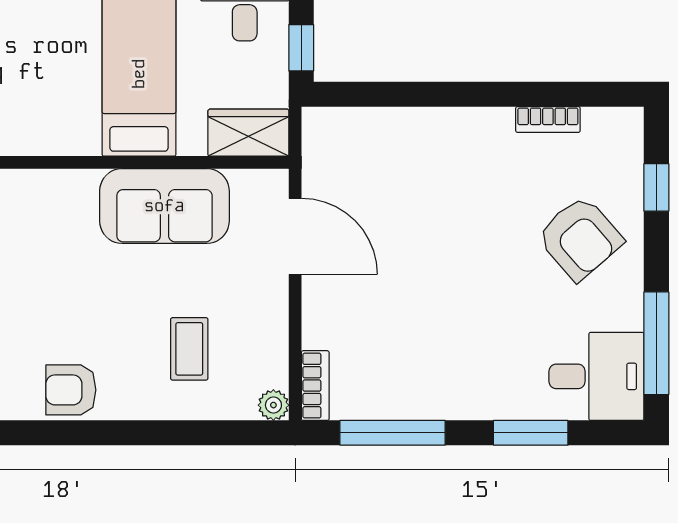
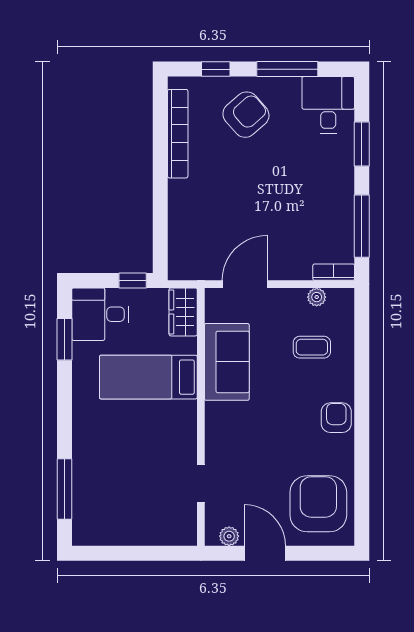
bookcase: (548, 119) -> (178, 134), width x2.31, depth x1.31
window: (656, 343) -> (287, 69), moved
armchair: (71, 390) -> (336, 418), turned 180
plant: (273, 405) -> (317, 297), moved

